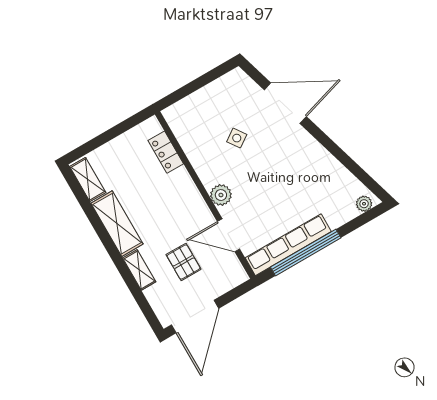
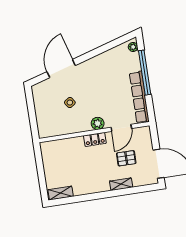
locker: (166, 152) -> (95, 139), moved
shelving: (117, 224) -> (91, 186), removed
window: (306, 252) -> (145, 73), moved

